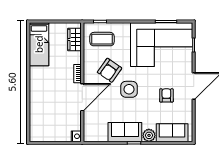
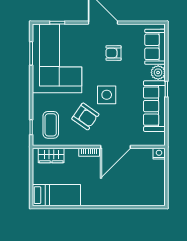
door: (82, 97) -> (116, 147), swing flipped
sofa: (125, 132) -> (154, 106), width x1.36

